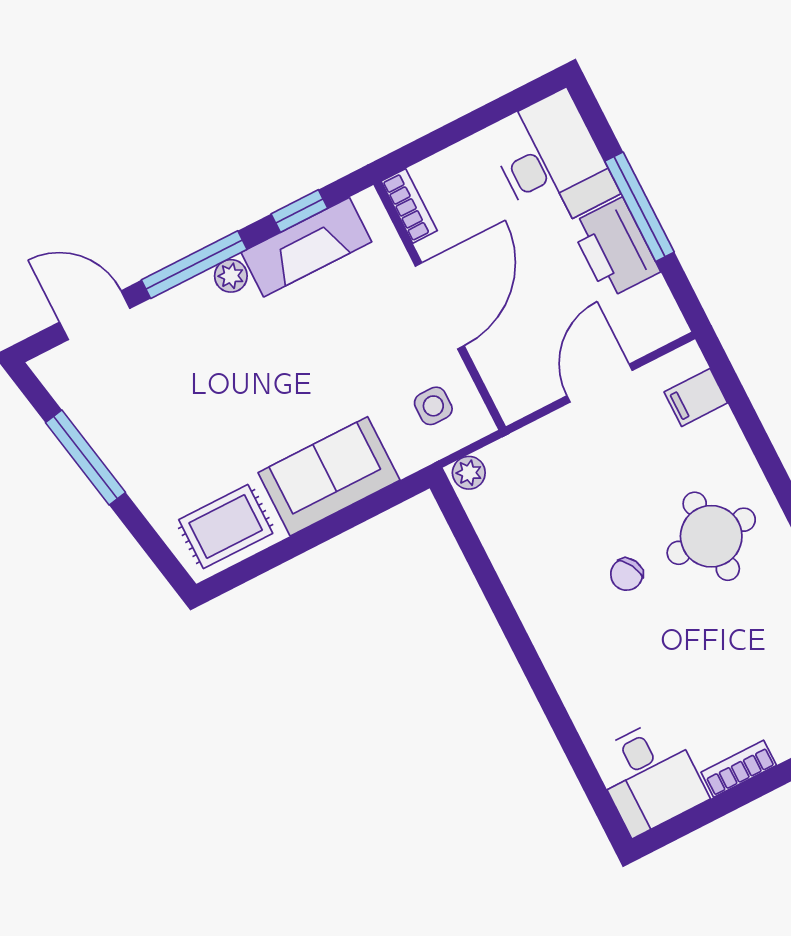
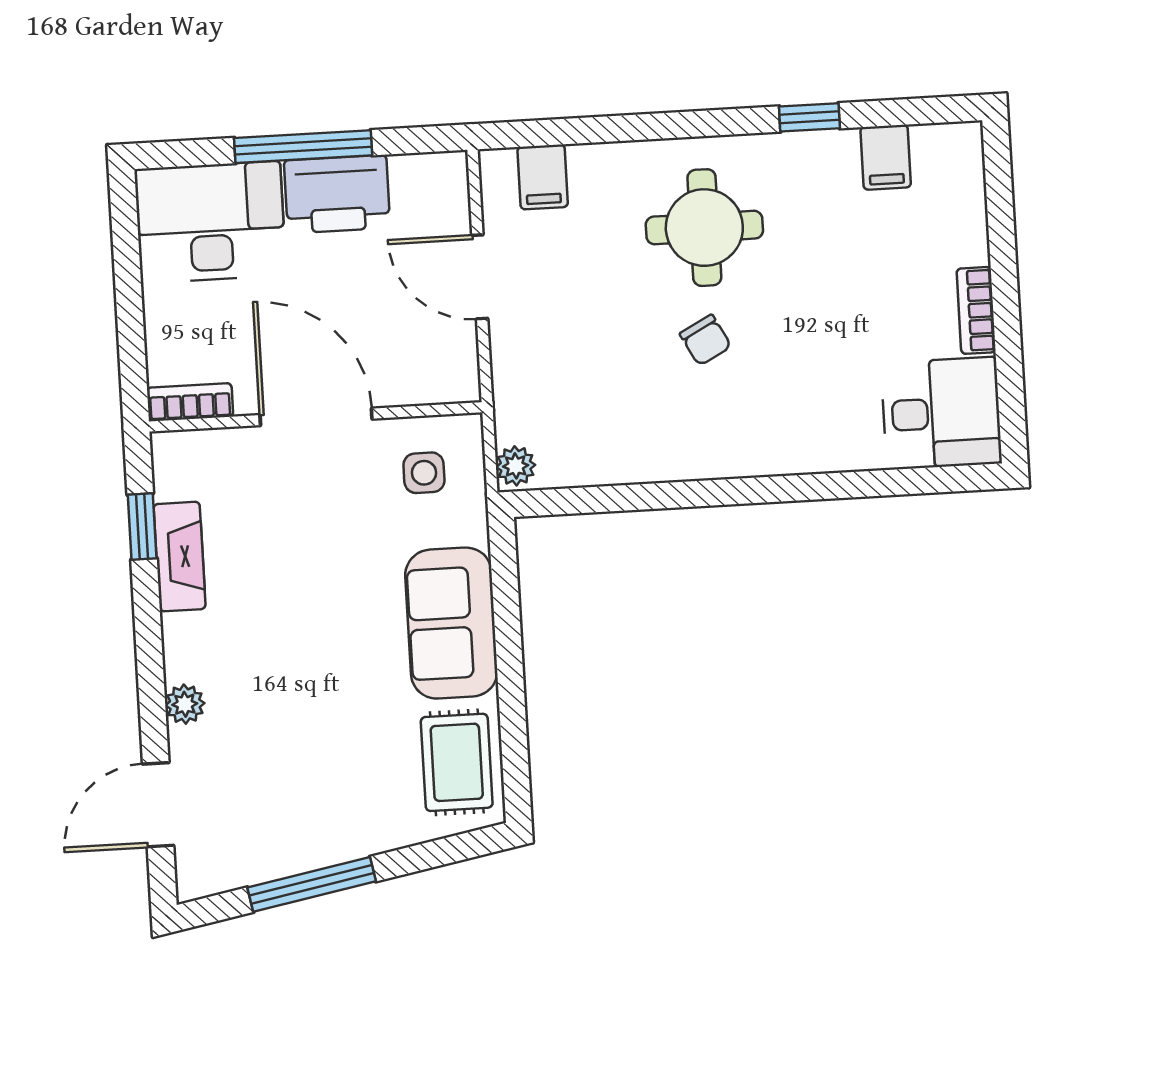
fireplace: (306, 247) -> (180, 557), width x0.73, depth x0.76
window: (194, 265) -> (150, 670), removed
plant: (231, 276) -> (185, 704), moved

